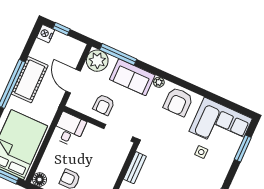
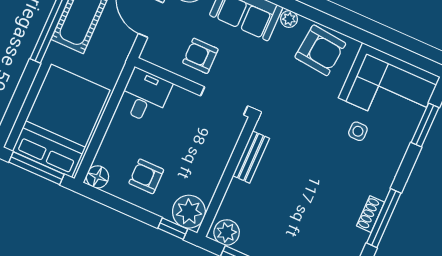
armchair: (178, 102) -> (320, 50), turned -84
armchair: (104, 105) -> (200, 56), turned 89

